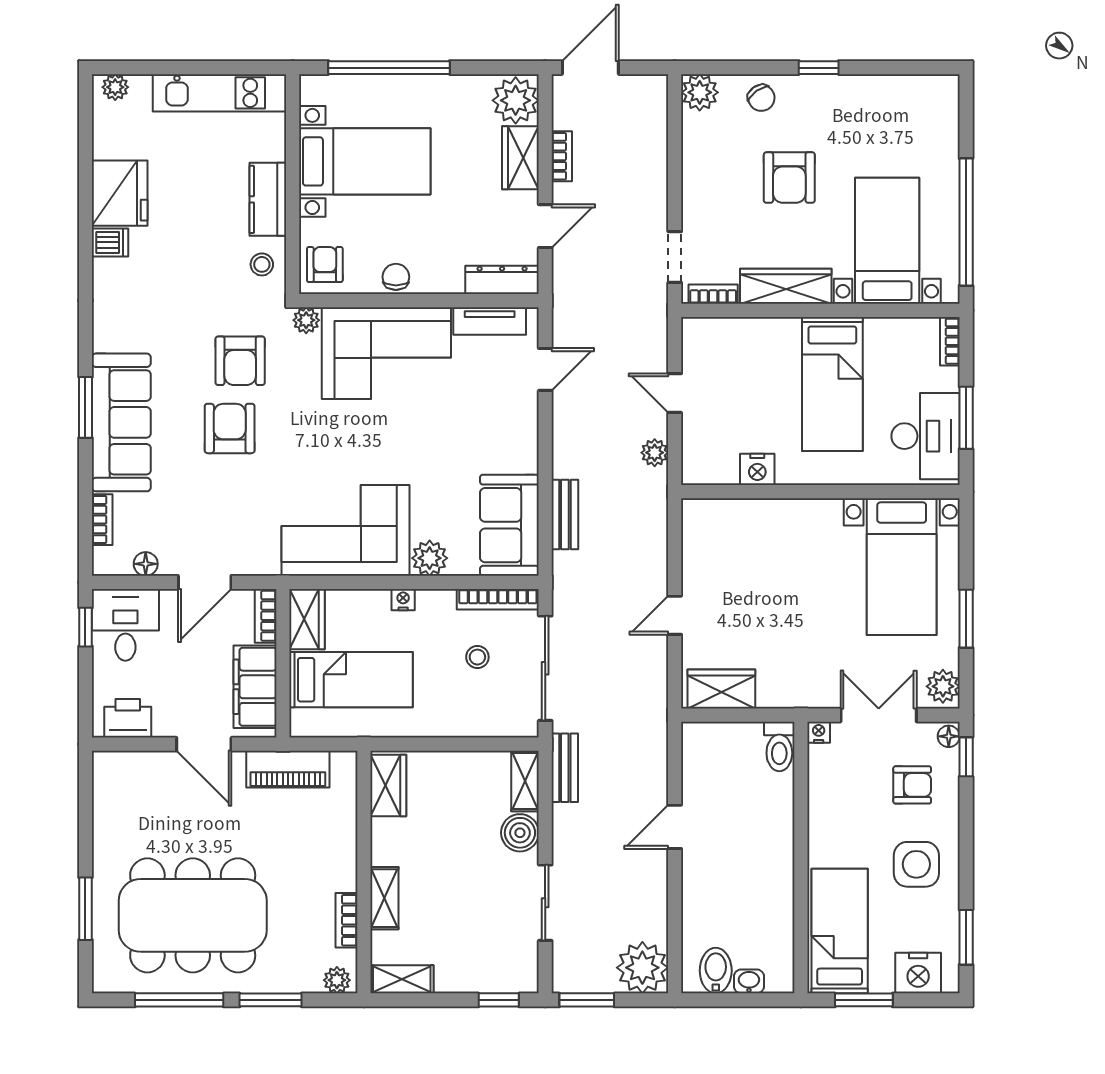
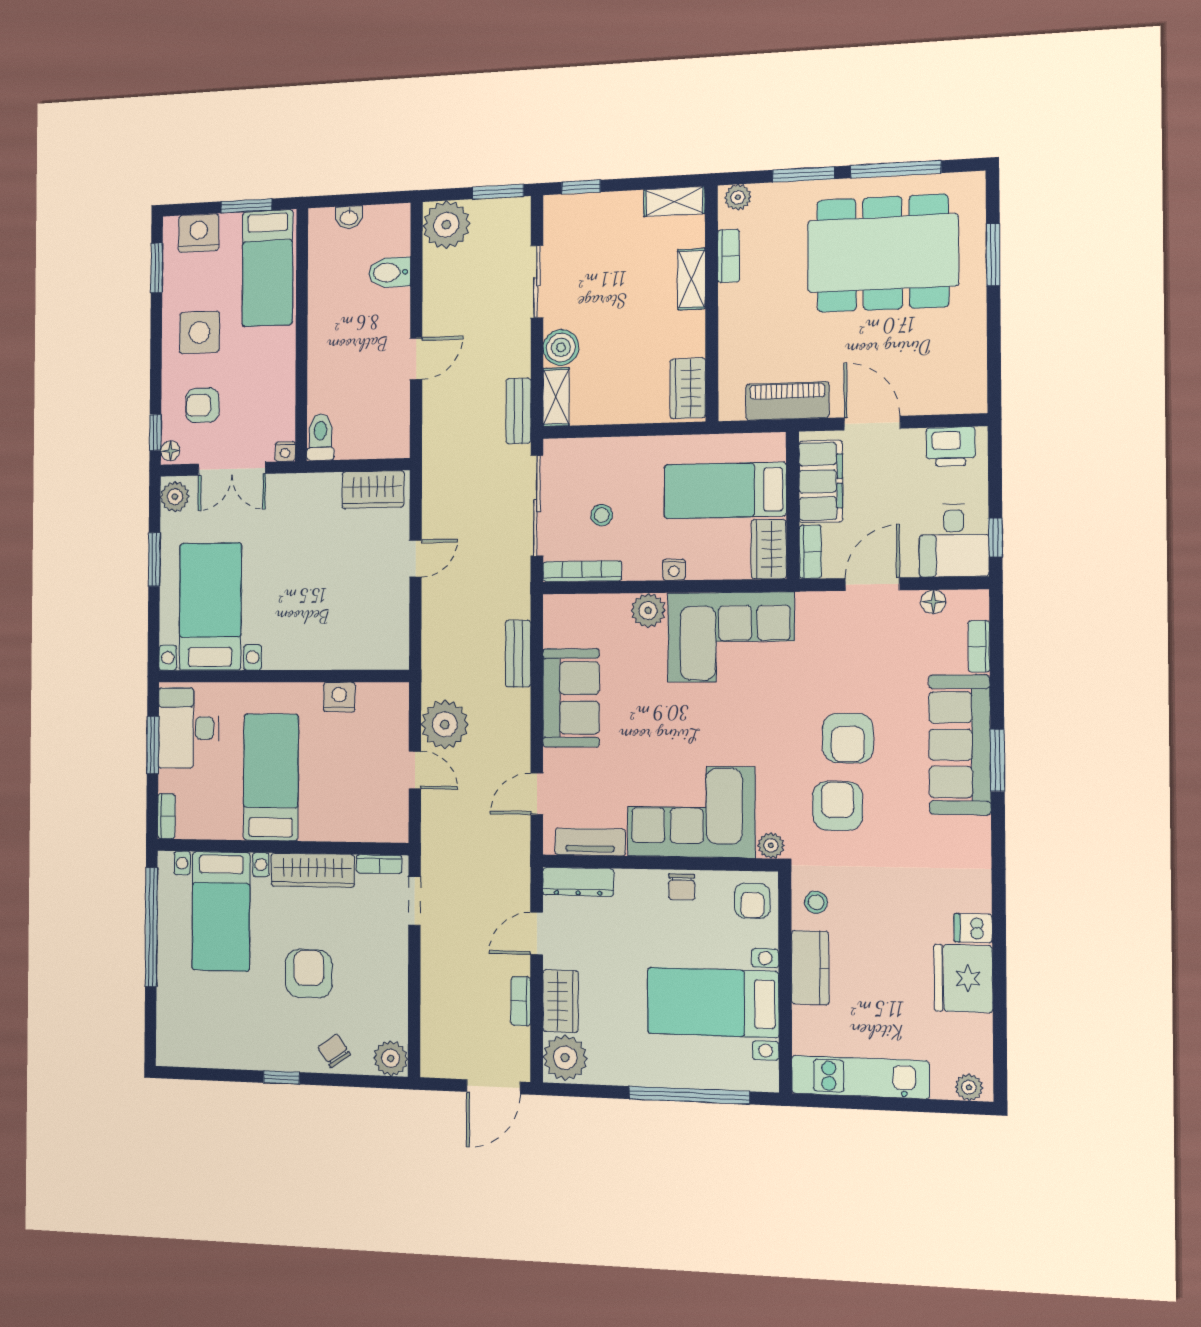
plant: (655, 453) -> (445, 724), width x1.87, depth x1.87
sofa: (509, 525) -> (571, 698), moved
bidet: (716, 971) -> (390, 272), moved, turned 90

